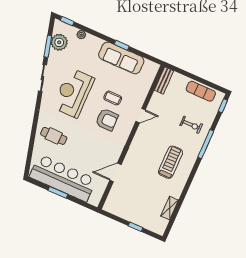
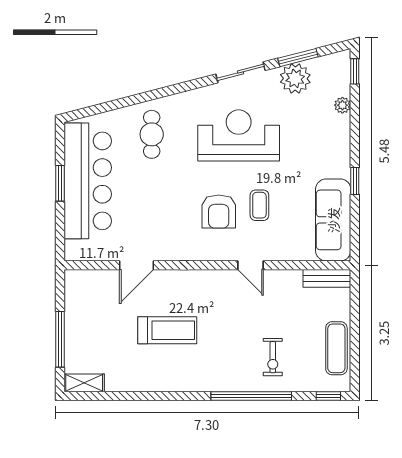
plant: (59, 42) -> (295, 78), moved
sofa: (121, 58) -> (333, 220), moved
window: (206, 144) -> (251, 396), width x1.46
treadmill: (170, 162) -> (167, 330), moved
door: (115, 172) -> (136, 265), swing flipped
shelving: (170, 208) -> (84, 383), moved
window: (135, 227) -> (60, 339), width x2.17

